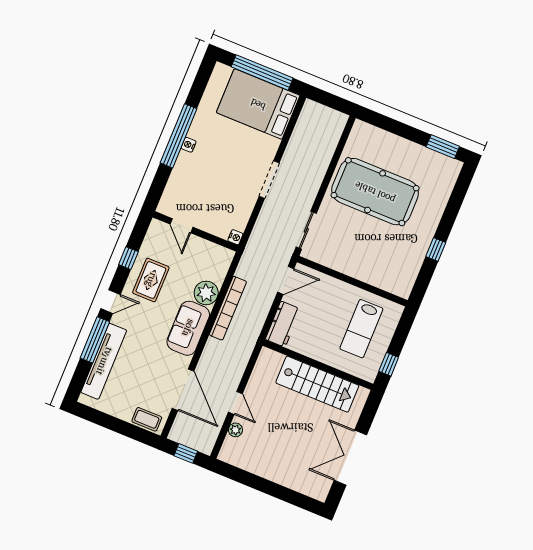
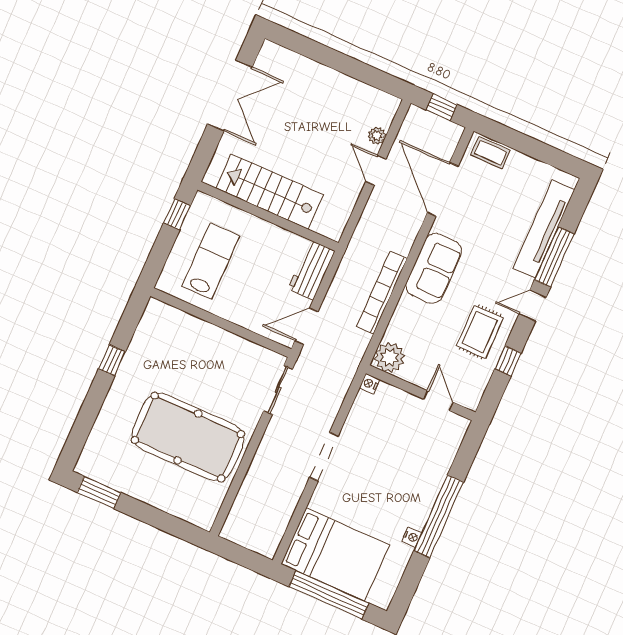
nightstand: (189, 145) -> (412, 537), moved
plant: (206, 293) -> (390, 357), moved

